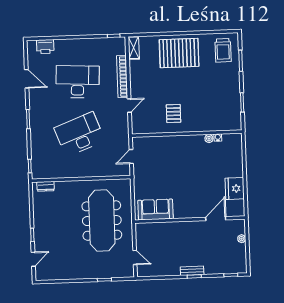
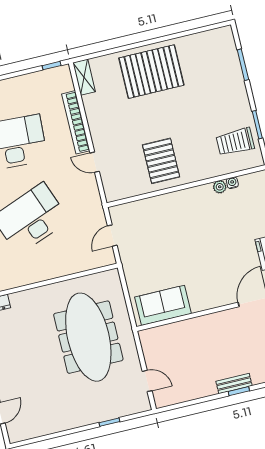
trolley: (223, 50) -> (235, 142), moved, turned 90
door: (129, 105) -> (95, 162), swing flipped
pallet: (173, 114) -> (161, 161), width x1.50, depth x1.42

